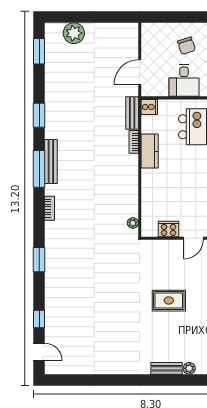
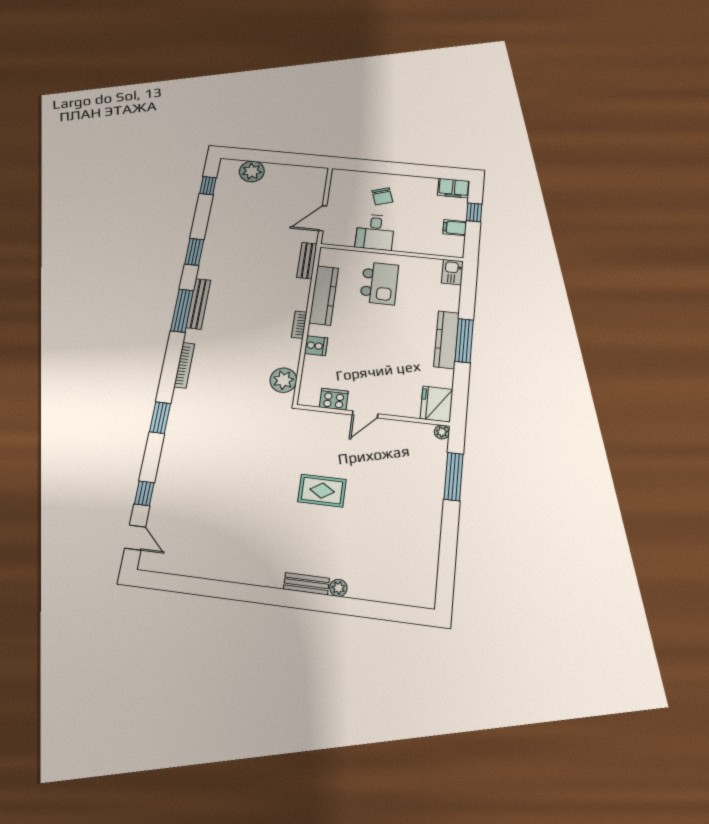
window: (39, 51) -> (208, 186), width x0.67
cooker: (149, 107) -> (316, 346), moved
bookcase: (134, 142) -> (299, 325), moved
kitchen counter: (150, 151) -> (324, 295), width x1.50
bookcase: (50, 208) -> (184, 365), width x1.56
plant: (133, 223) -> (283, 380), width x1.87, depth x1.87

